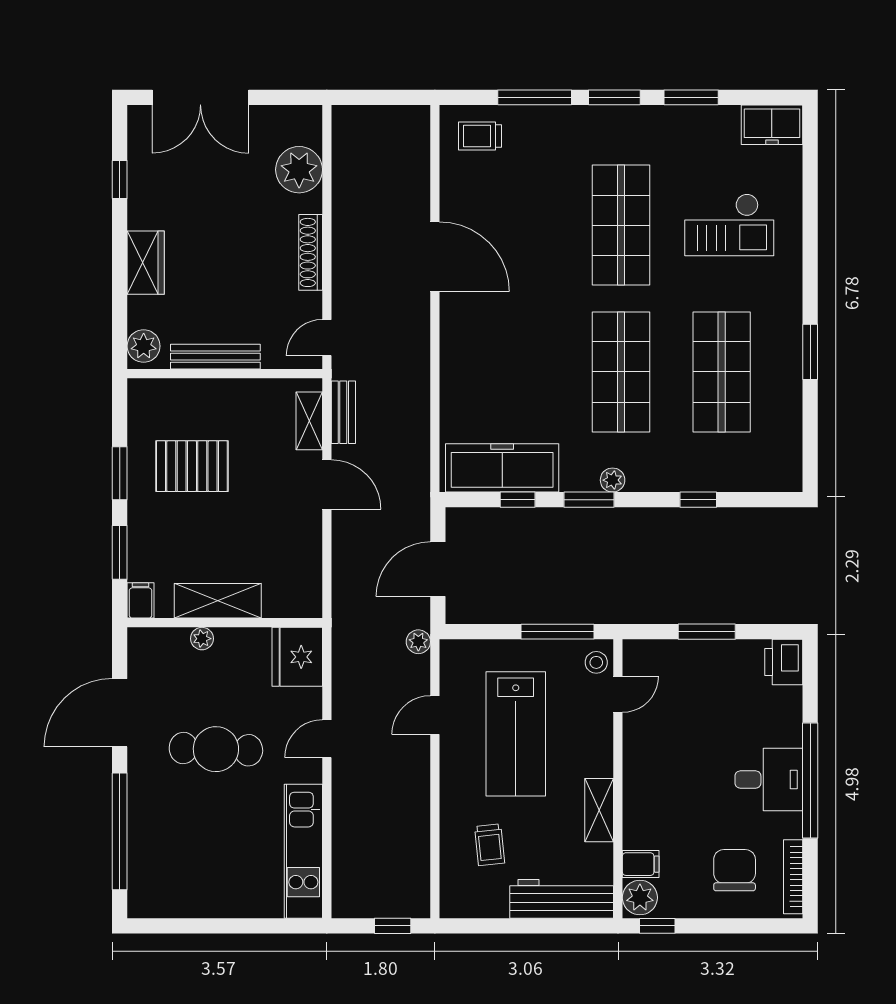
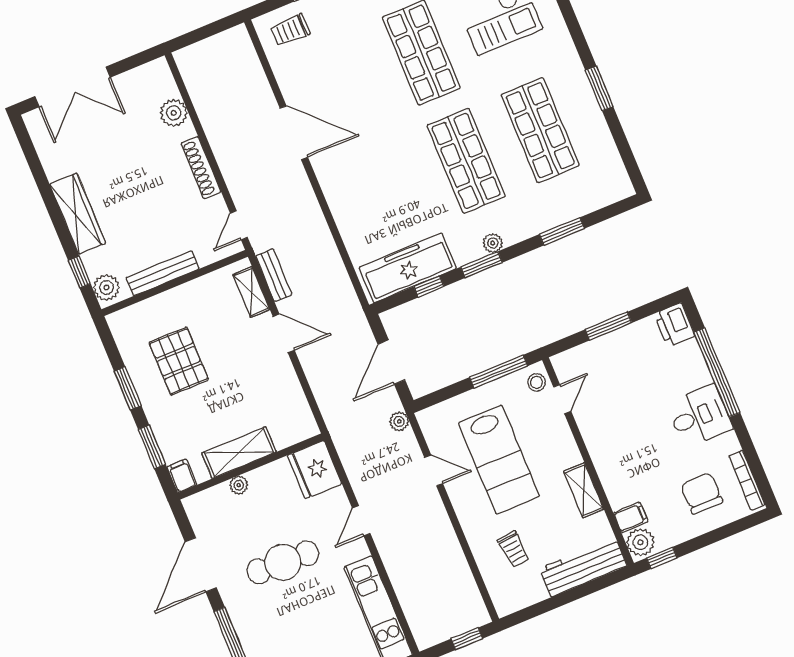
plant: (299, 170) -> (174, 113), width x0.73, depth x0.73
window: (120, 179) -> (79, 272), moved
wardrobe: (146, 263) -> (78, 214), width x1.50
pallet: (192, 466) -> (179, 361), turned 90
window: (698, 500) -> (562, 231), width x1.50
door: (435, 715) -> (434, 470), swing flipped
window: (810, 780) -> (717, 372), moved

